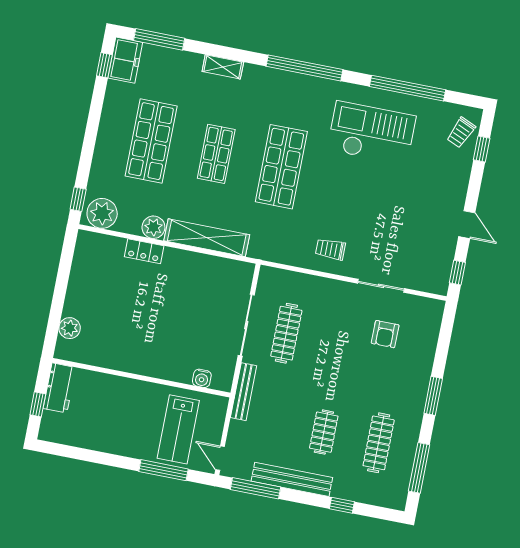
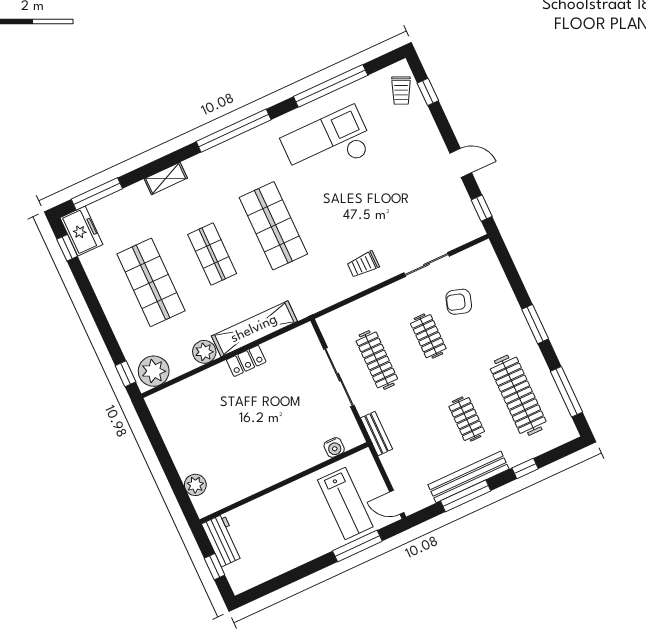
locker: (144, 251) -> (246, 361), moved
armchair: (385, 334) -> (459, 302), turned 107
clothes rail: (341, 344) -> (428, 336), added
bench: (244, 392) -> (376, 434), width x0.73
clothes rail: (379, 443) -> (518, 395), width x1.37, depth x1.31
window: (255, 488) -> (466, 496), moved

